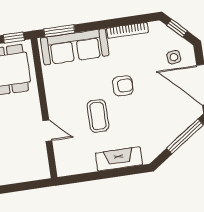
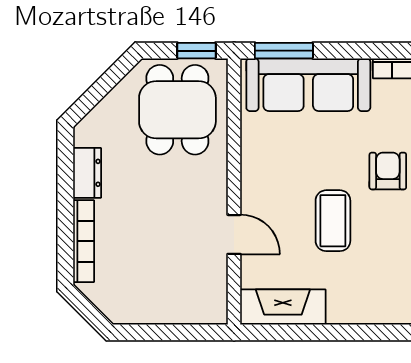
armchair: (123, 86) -> (388, 171), turned -90
fireplace: (119, 159) -> (283, 307), moved

